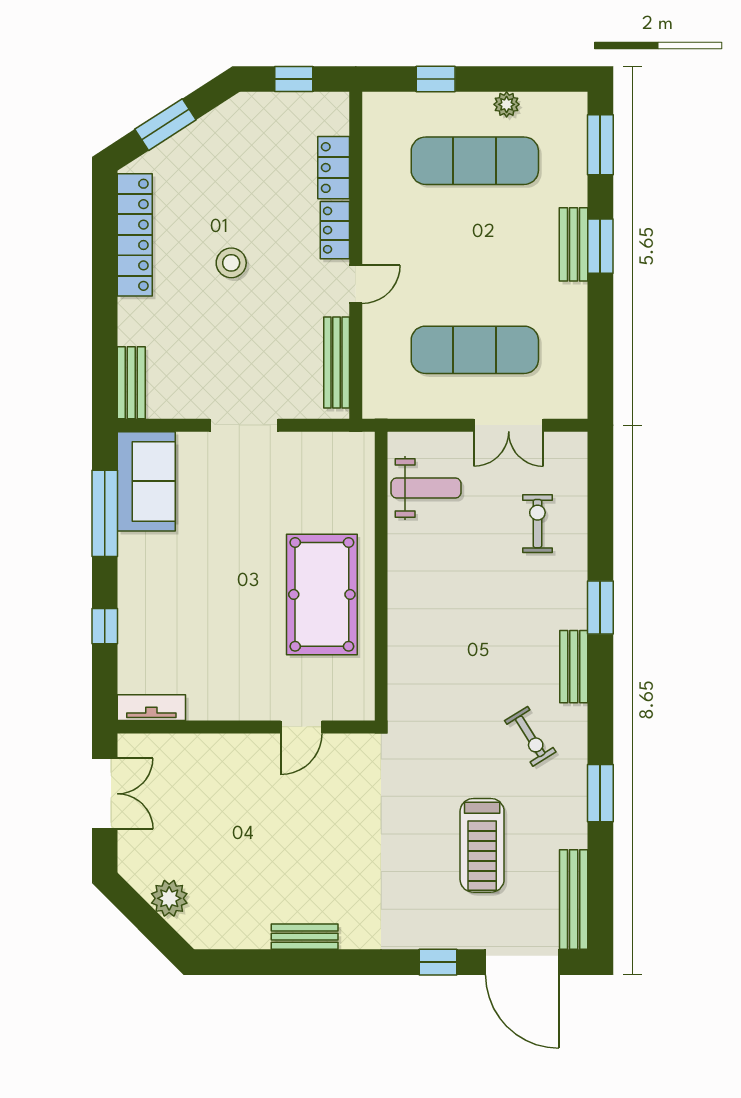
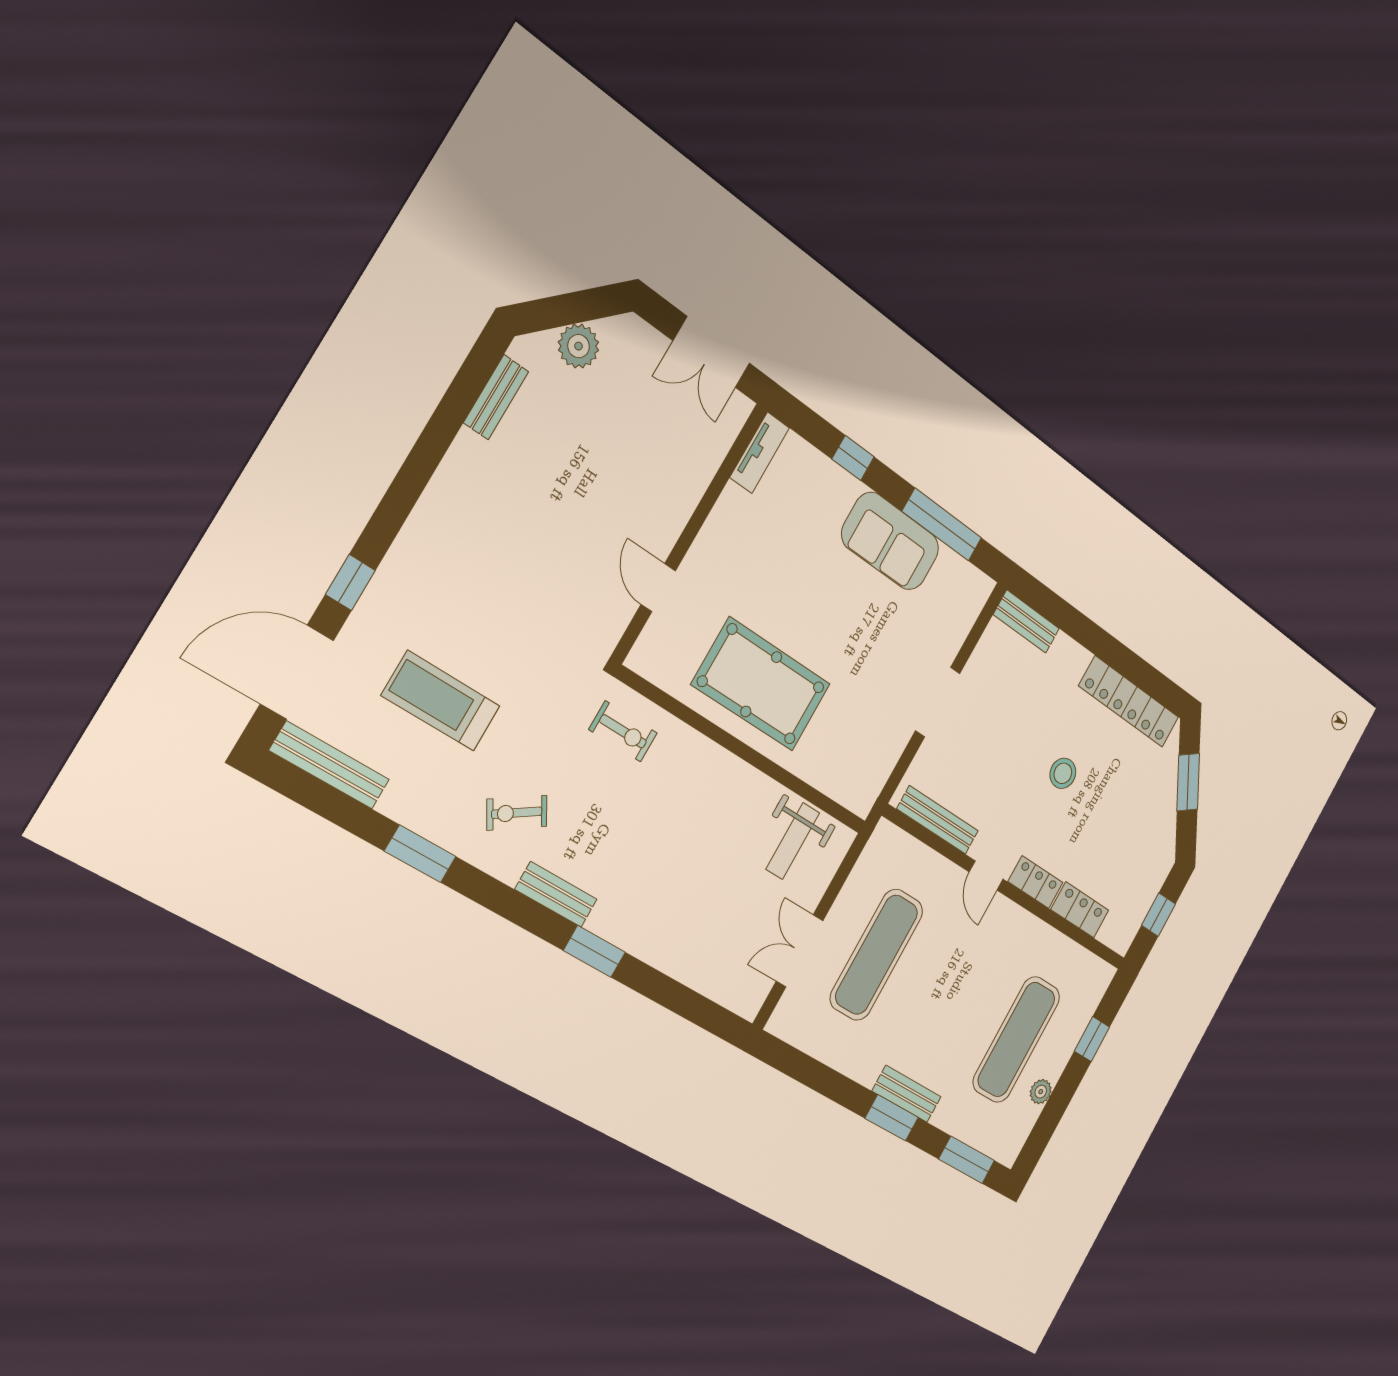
sofa: (146, 481) -> (890, 541), moved
exercise bike: (537, 524) -> (623, 731), moved
bench: (305, 937) -> (496, 397), moved

